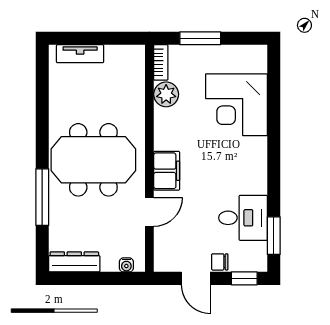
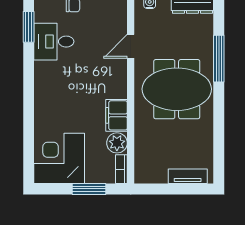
corner desk: (237, 105) -> (59, 158), moved, turned -90
filing cabinet: (167, 171) -> (117, 115), moved

